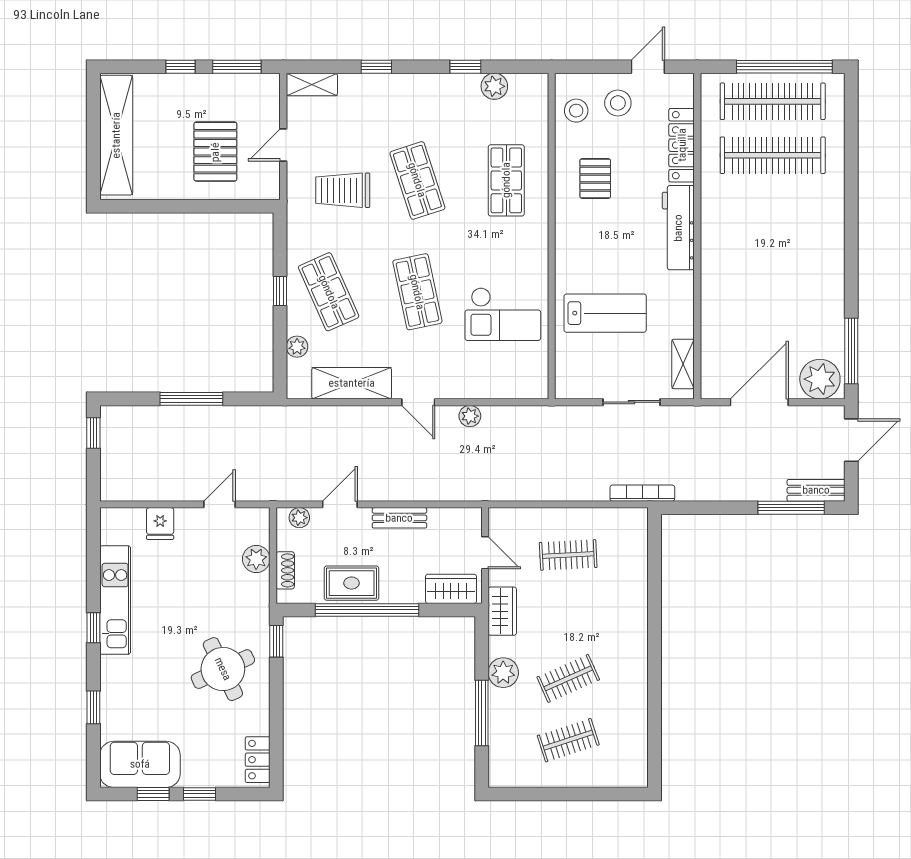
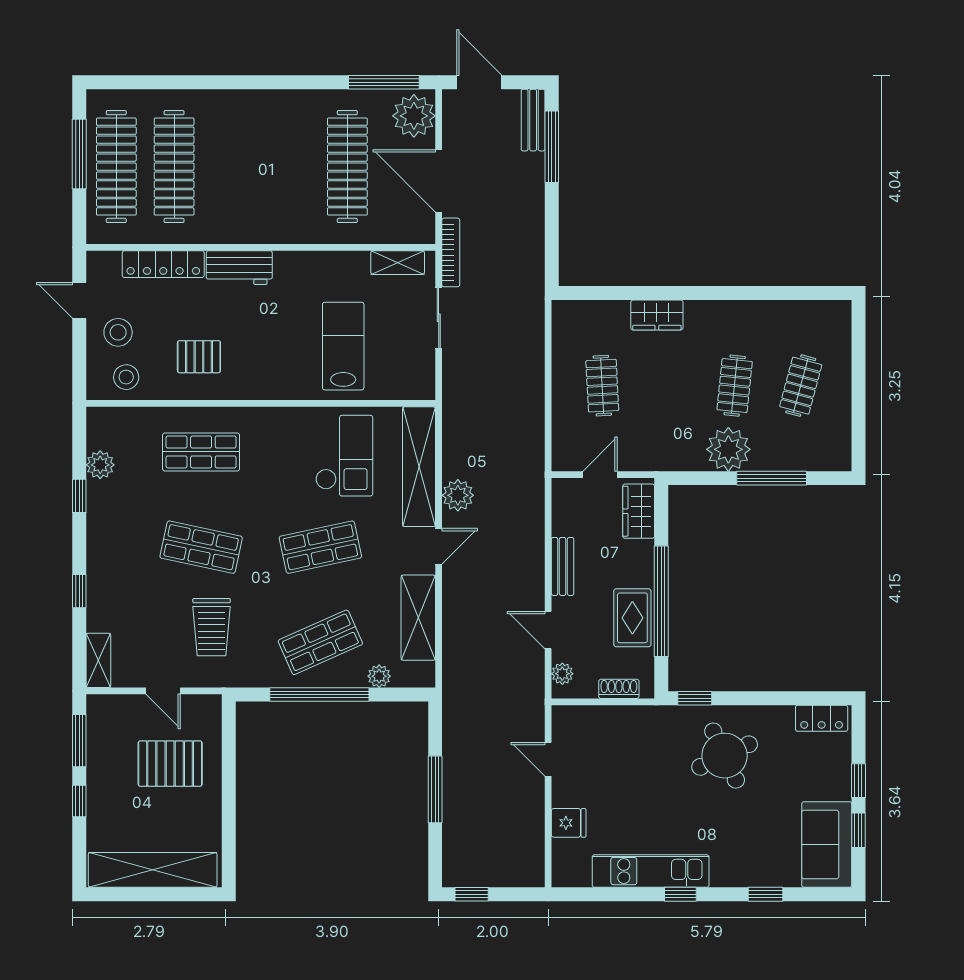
window: (784, 67) -> (79, 154), width x0.68
shop shelf: (417, 180) -> (201, 547), turned 30
workbench: (678, 228) -> (239, 268), width x0.73
window: (280, 291) -> (319, 694), width x3.17
clothes rail: (773, 317) -> (347, 167), added
shelving: (493, 384) -> (419, 467), added
plant: (470, 416) -> (458, 495), width x1.38, depth x1.38
bookcase: (642, 493) -> (451, 252), moved, turned 180
plant: (256, 559) -> (607, 720), removed
wardrobe: (502, 611) -> (657, 315), moved, turned 180
plant: (503, 673) -> (728, 449), width x1.36, depth x1.36
clothes rail: (568, 678) -> (735, 386), turned 30
clothes rail: (568, 740) -> (801, 386), turned 33

